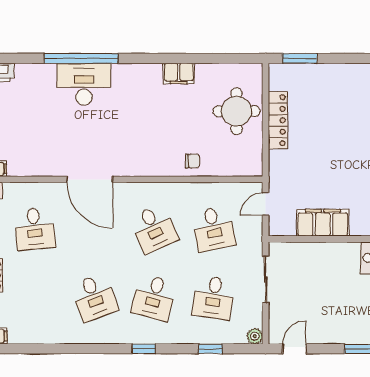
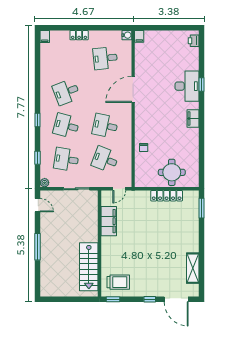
window: (81, 58) -> (202, 85), width x0.32
filing cabinet: (179, 73) -> (193, 118), moved
door: (266, 204) -> (119, 189), swing flipped
desk: (154, 229) -> (105, 126), turned 36
desk: (214, 229) -> (105, 159), turned 33

